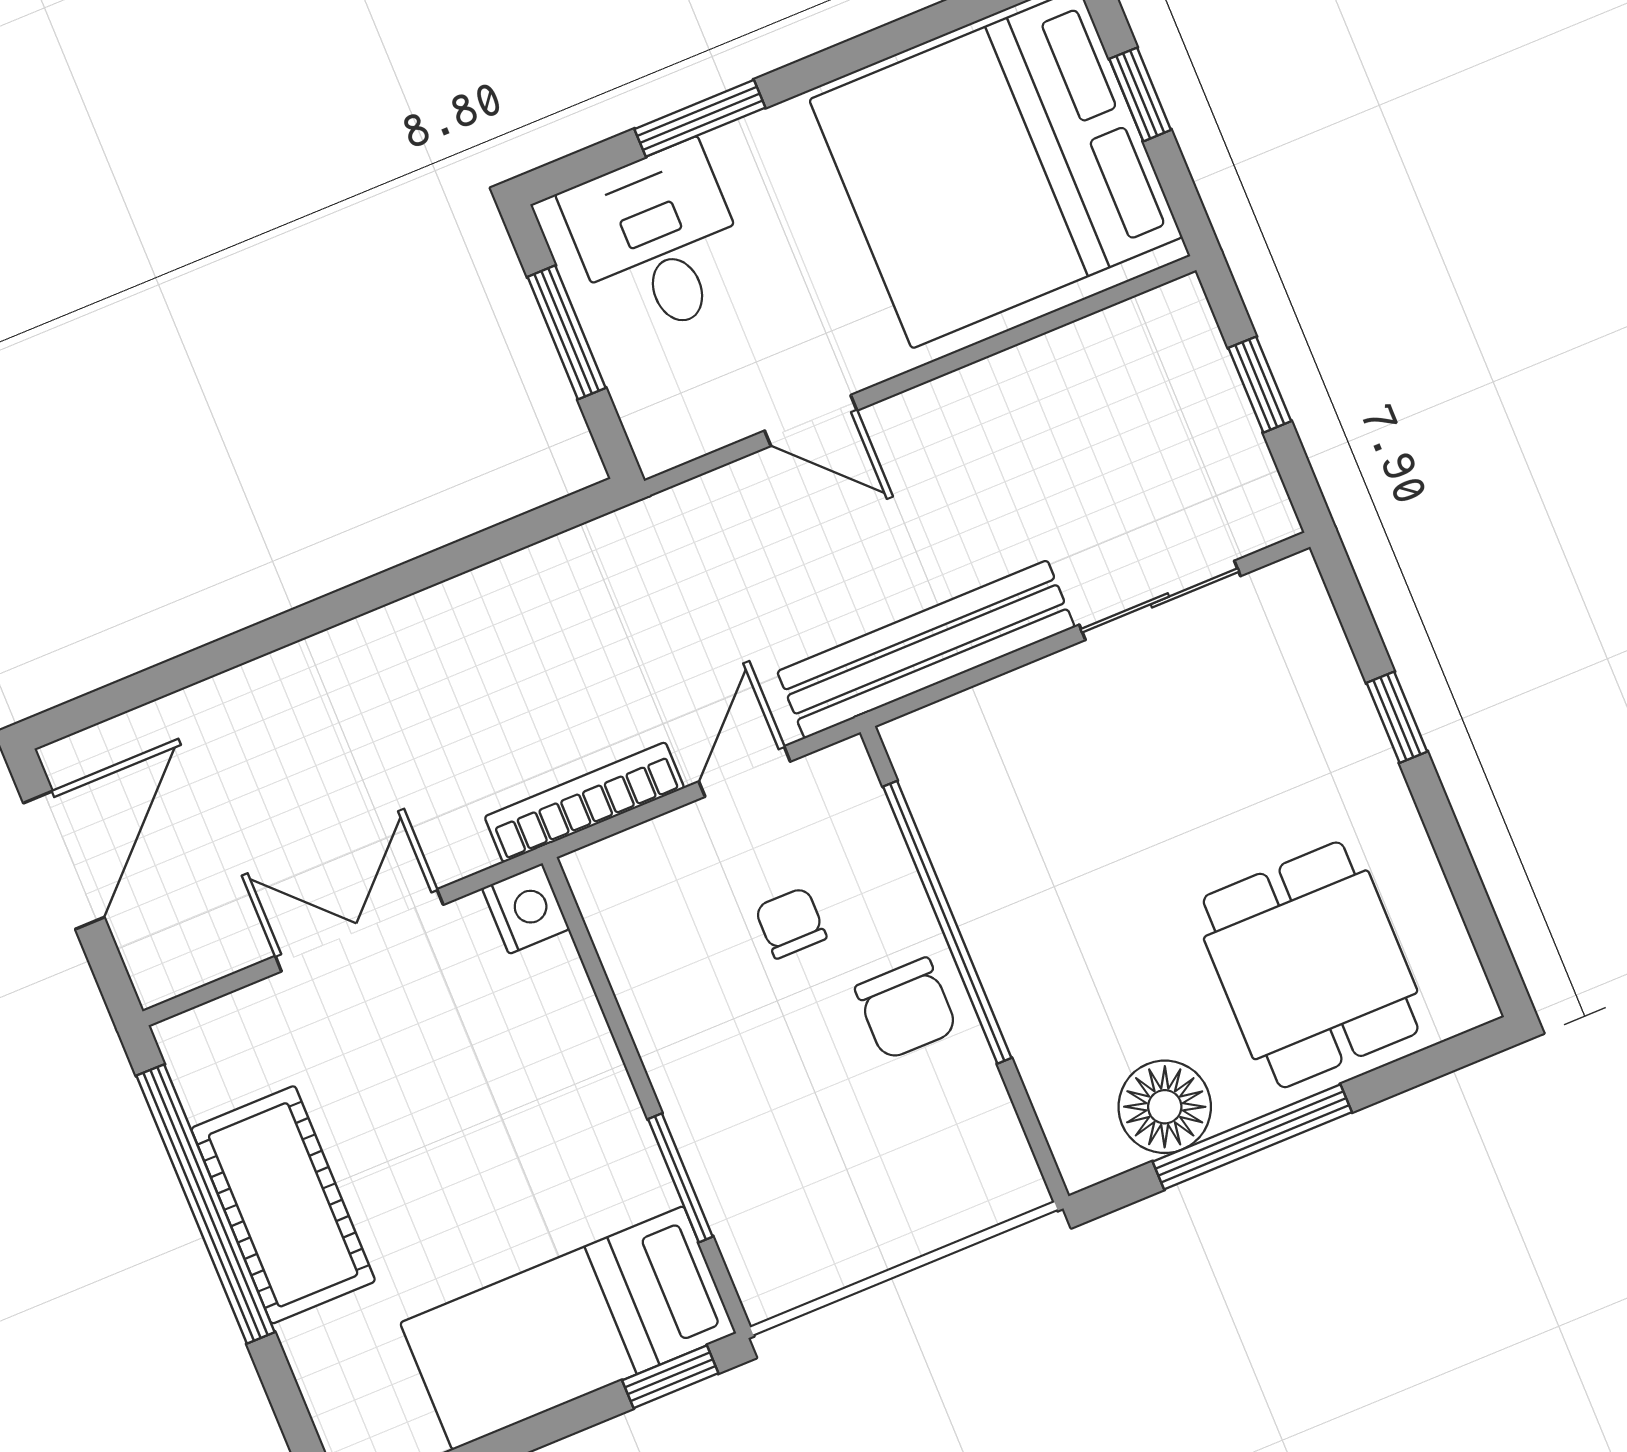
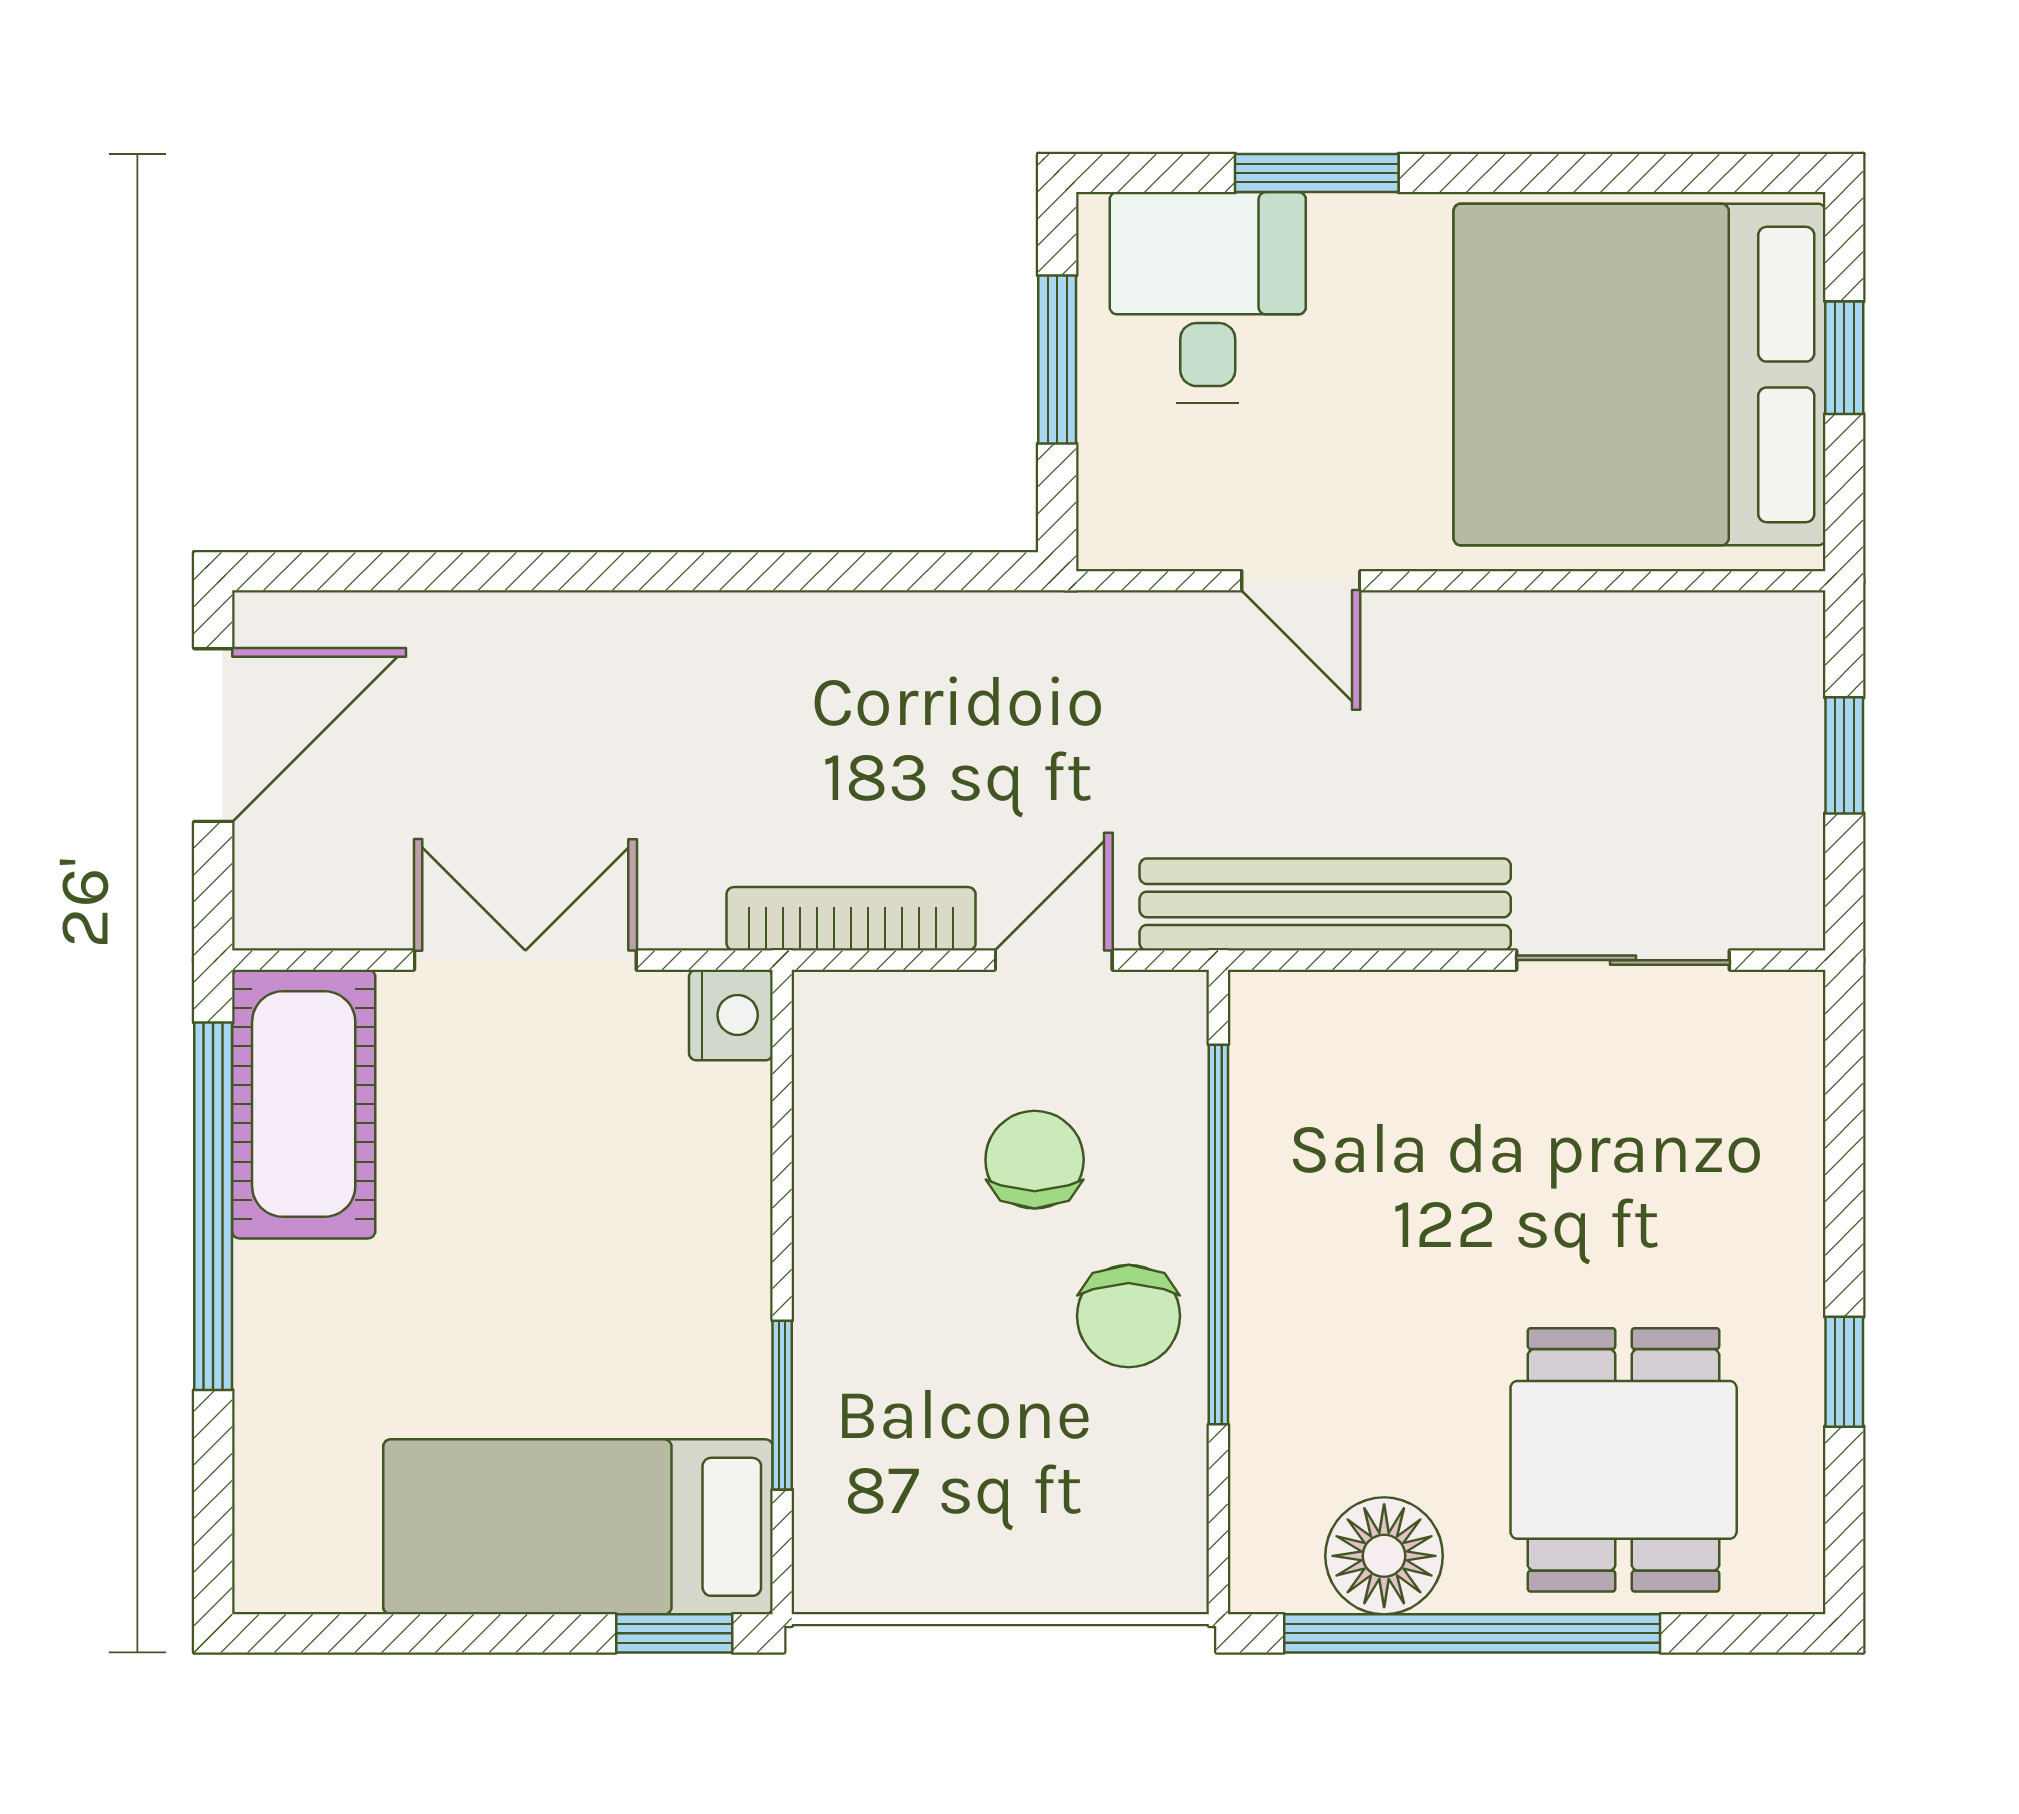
window: (1397, 717) -> (1844, 1372), moved
chair: (791, 923) -> (1035, 1160), width x1.37, depth x1.37
window: (1252, 1137) -> (1472, 1633), width x1.46
cot: (283, 1205) -> (304, 1104), moved

